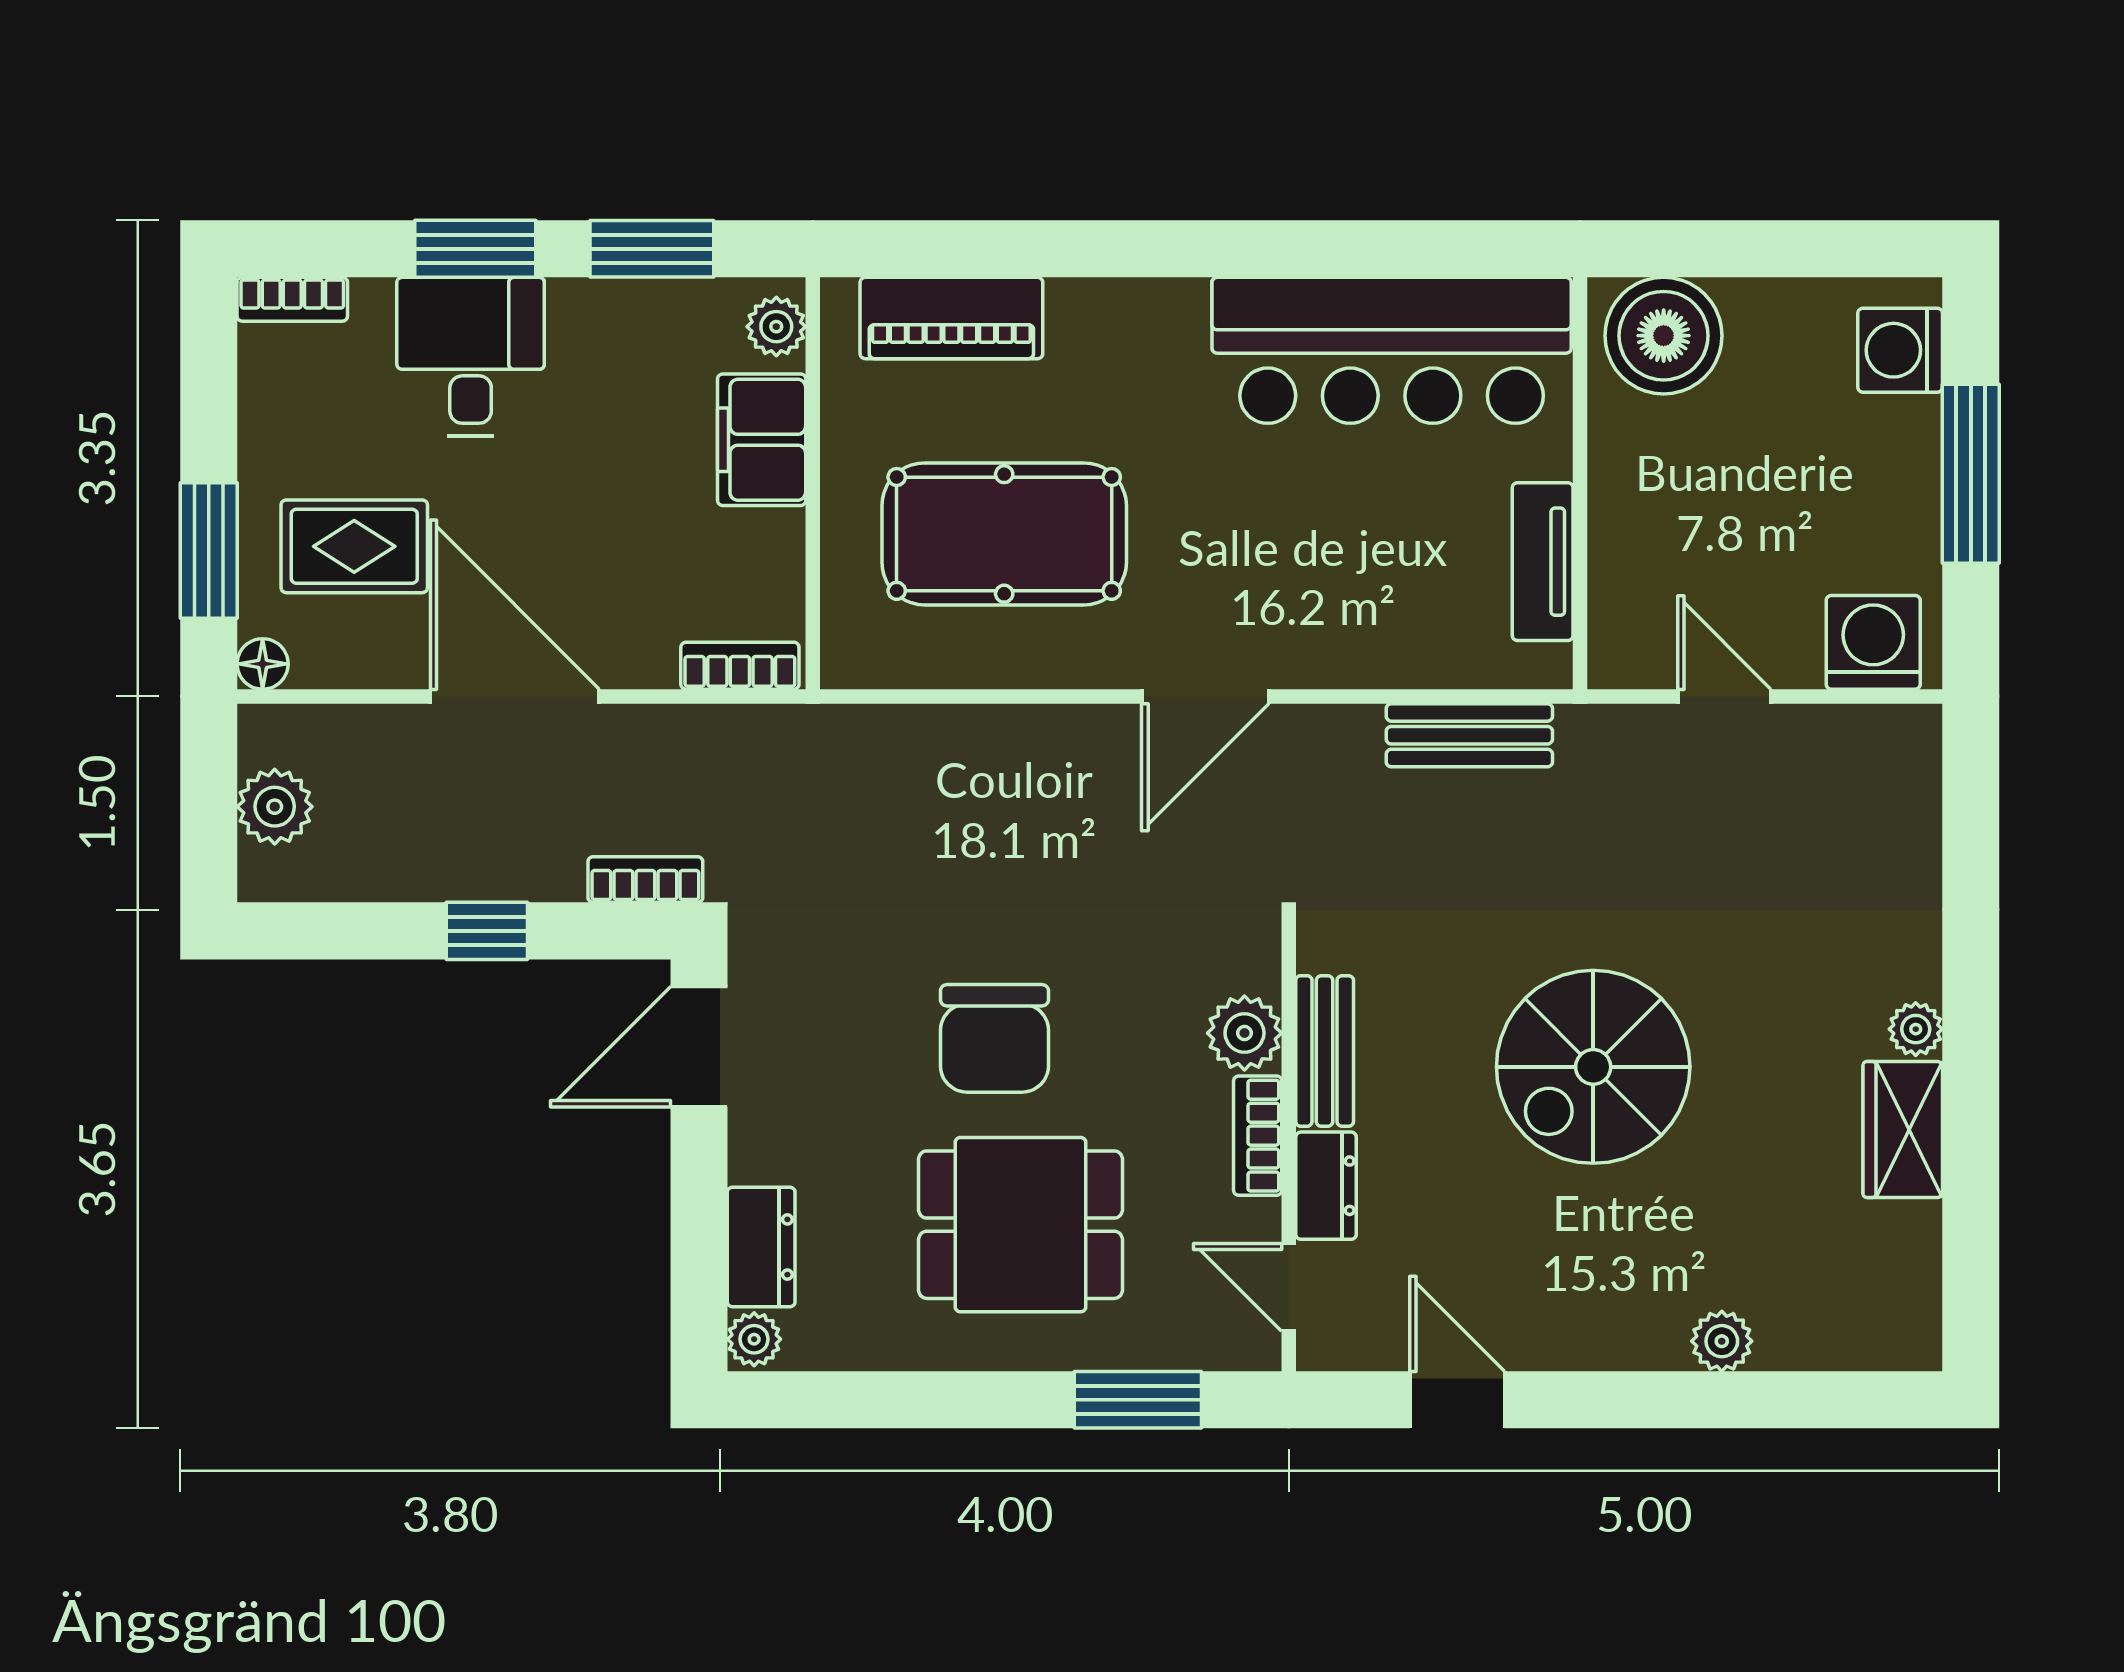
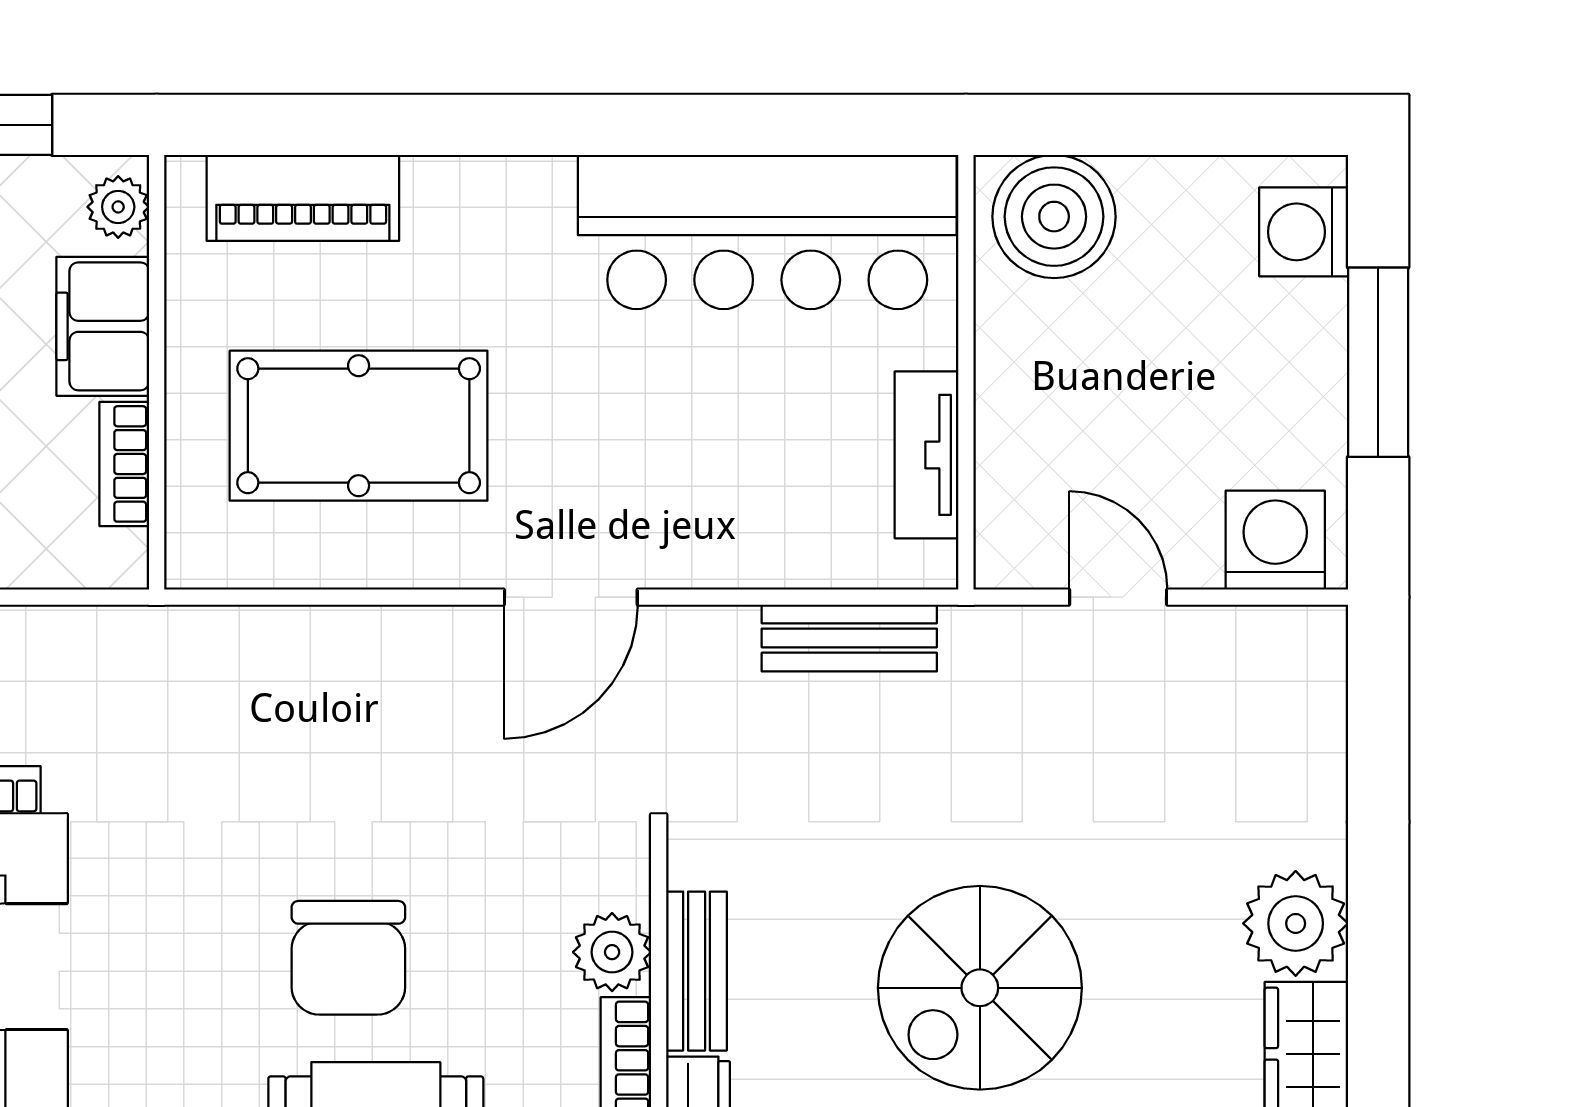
bookcase: (740, 666) -> (124, 464), moved, turned -90
plant: (1916, 1029) -> (1296, 923), width x1.87, depth x1.87

